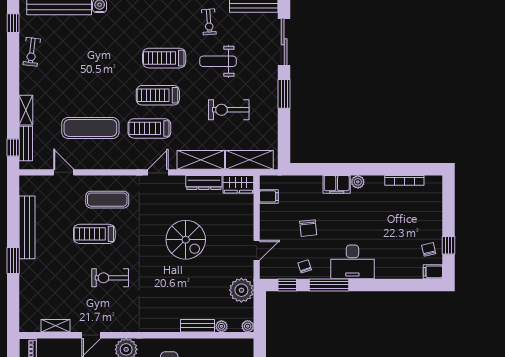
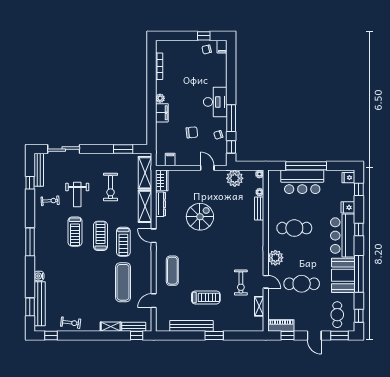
window: (284, 94) -> (123, 149), moved
treadmill: (158, 95) -> (101, 236), turned 180
treadmill: (94, 234) -> (206, 297), moved, turned -90
exercise bike: (110, 278) -> (241, 282), moved

